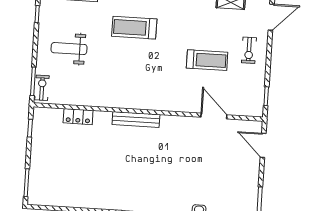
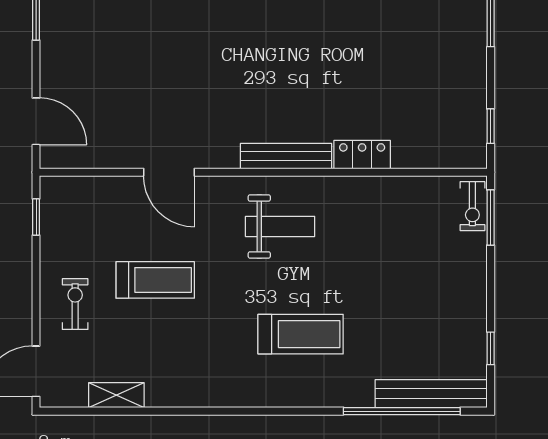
weight bench: (69, 49) -> (280, 226), moved
treadmill: (207, 60) -> (155, 280), turned 180
door: (214, 116) -> (169, 172), moved
locker: (78, 117) -> (362, 155), moved

